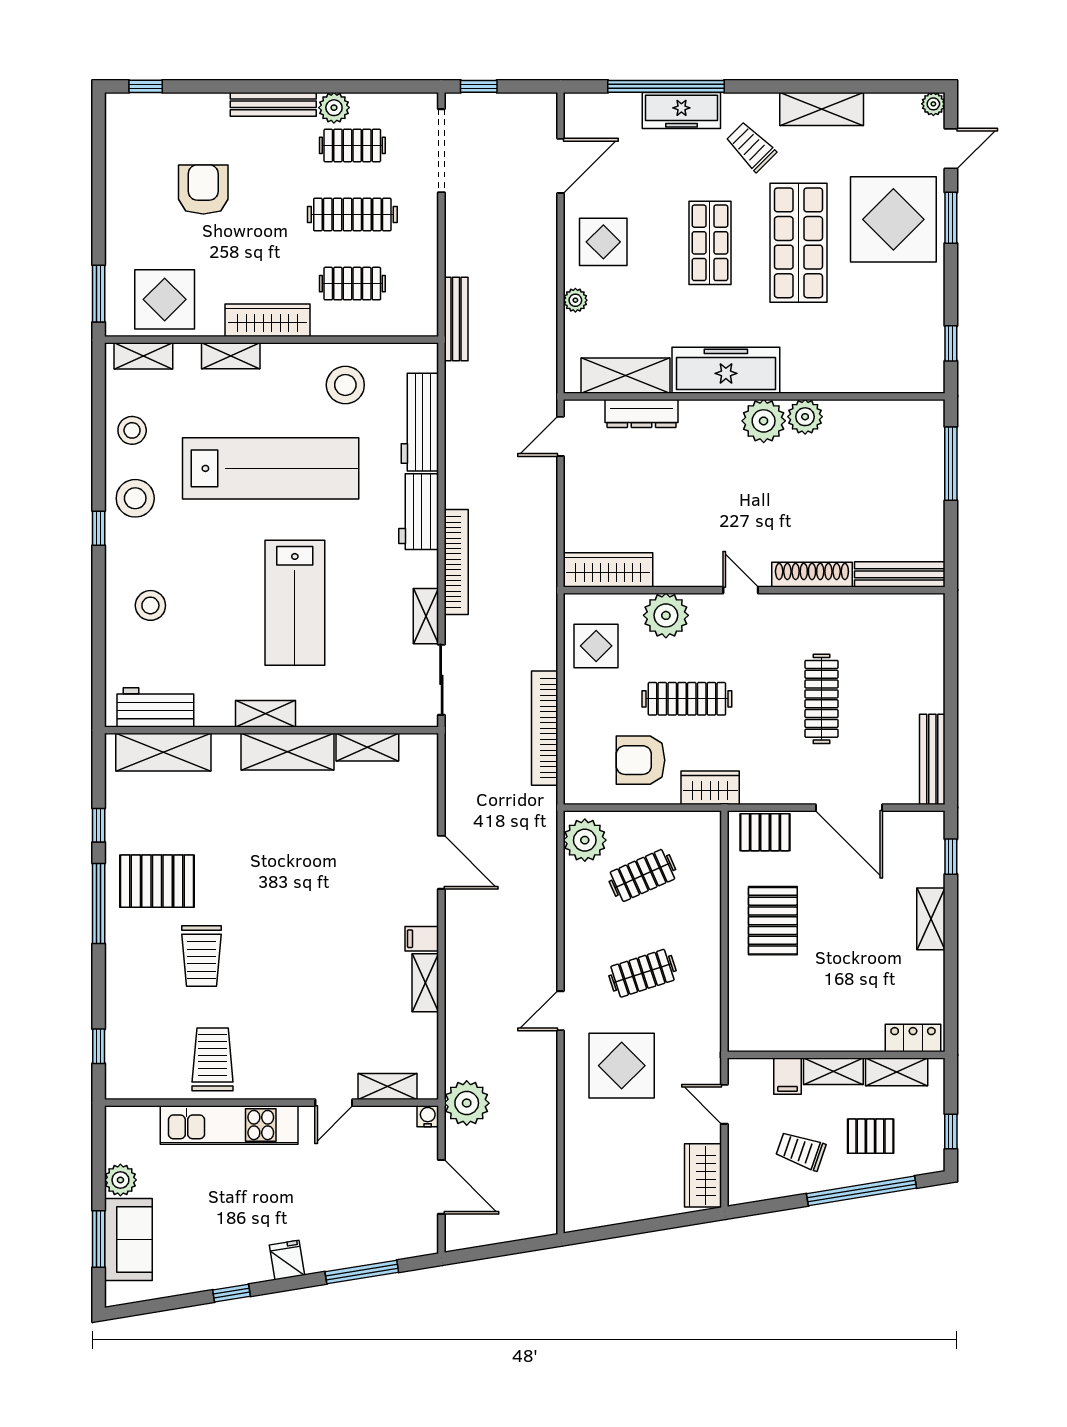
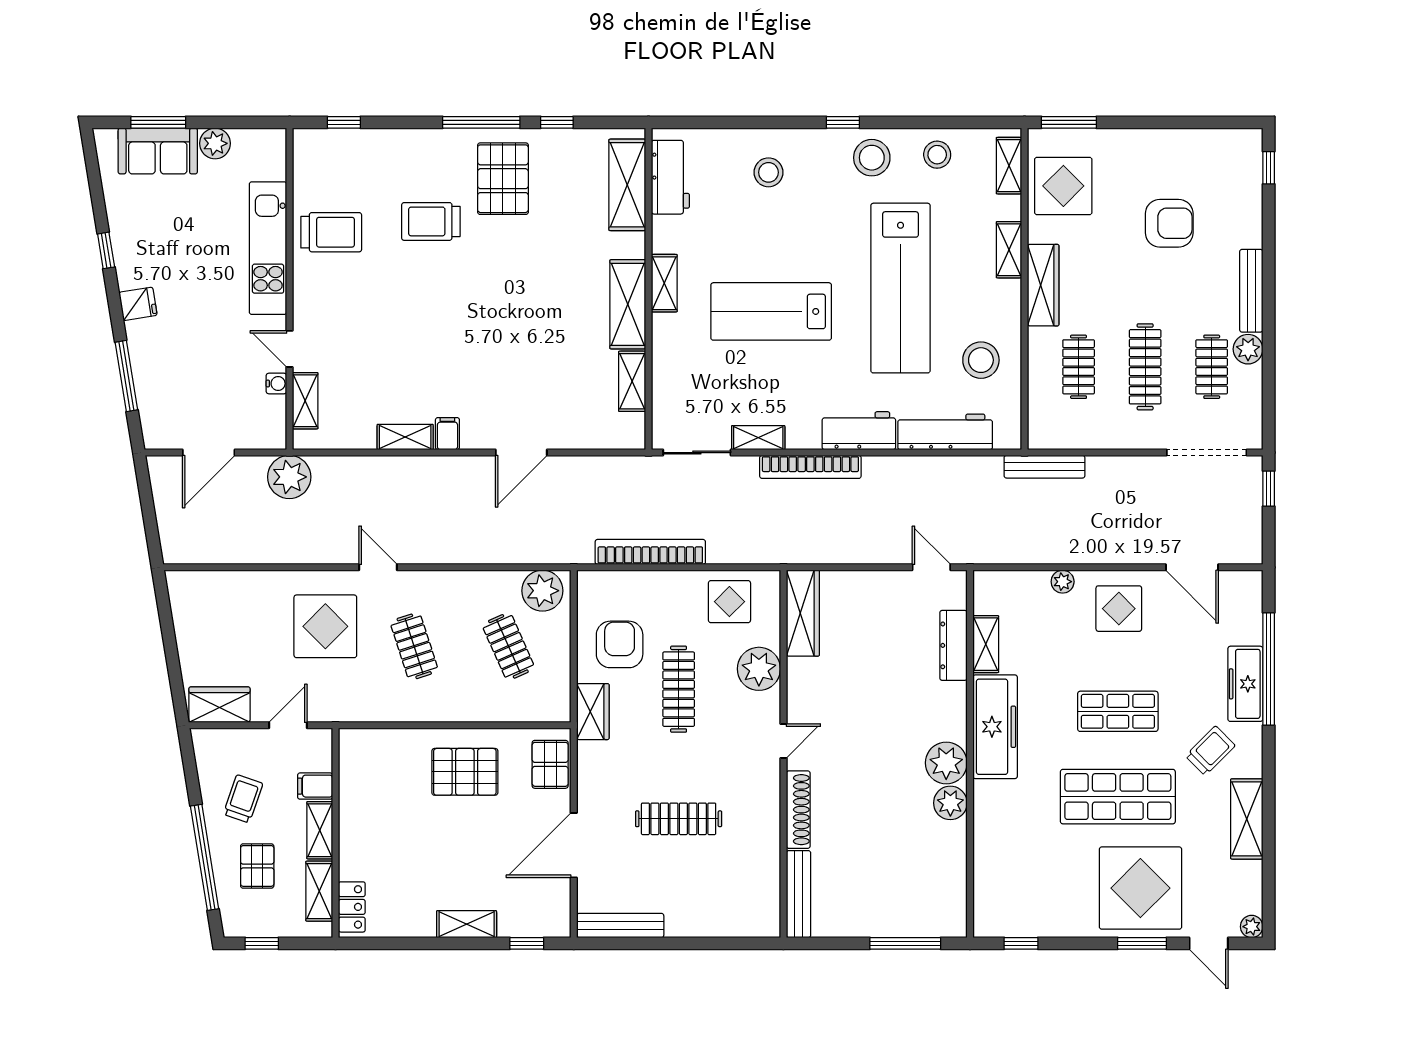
shelving: (625, 376) -> (986, 644), width x0.67, depth x0.75
water cooler: (428, 1116) -> (276, 384), moved

